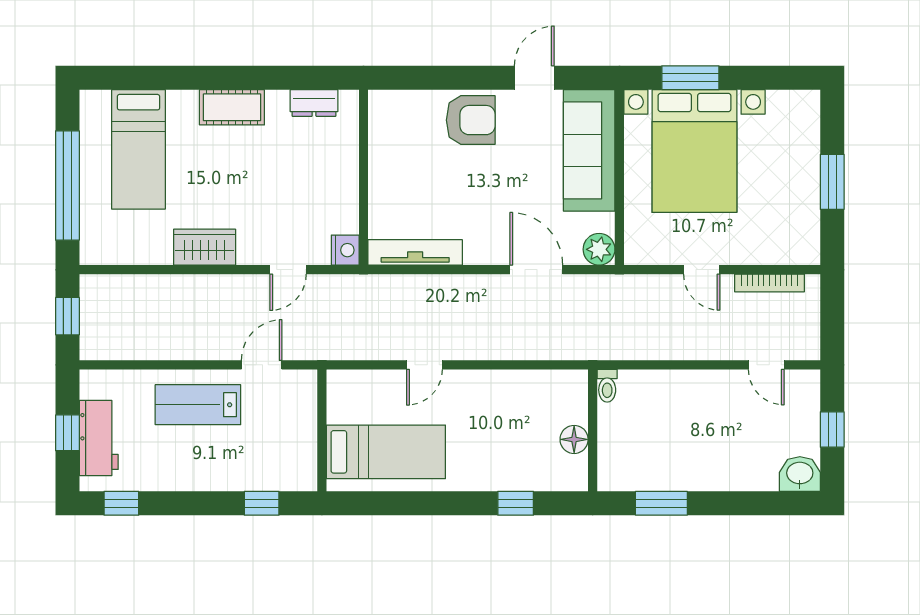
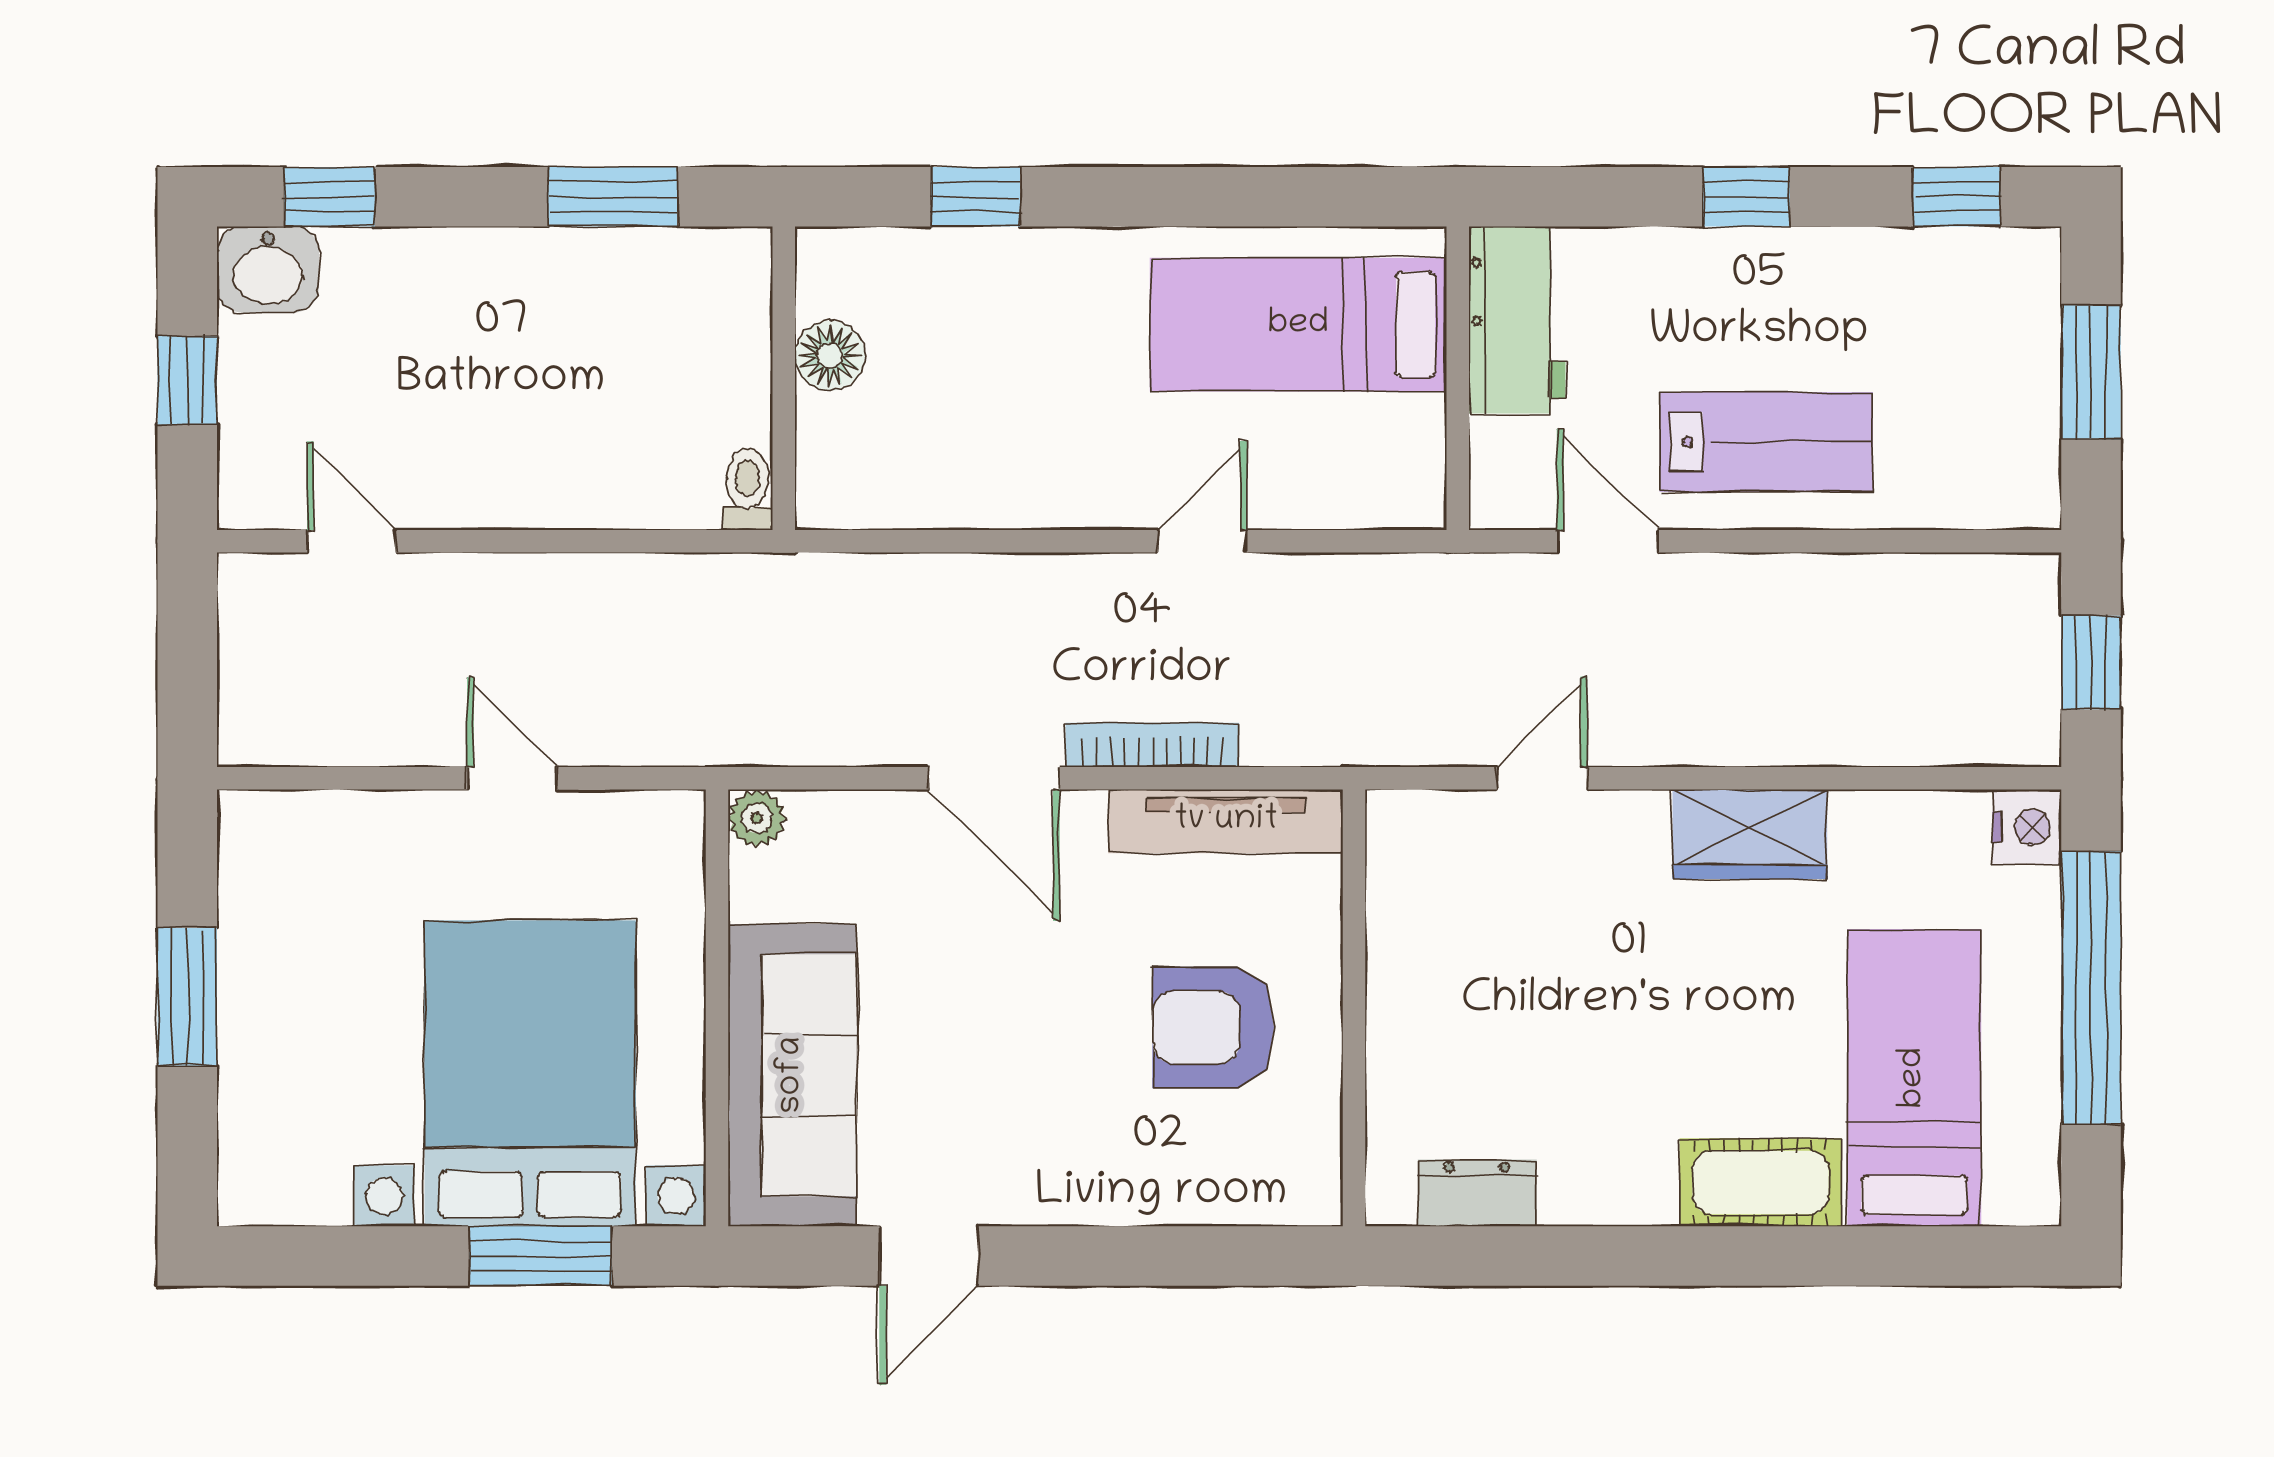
cot: (232, 107) -> (1761, 1182), moved
armchair: (471, 120) -> (1213, 1027), moved
plant: (599, 249) -> (757, 818), width x0.73, depth x0.73
nightstand: (345, 250) -> (2027, 827), moved, turned 180
door: (536, 270) -> (994, 778), moved
bookcase: (769, 283) -> (1152, 745), moved
door: (262, 365) -> (1608, 541), swing flipped
window: (67, 433) -> (2091, 372), width x1.50
workbench: (99, 438) -> (1517, 320), moved, turned 180
window: (262, 503) -> (1747, 197), moved
window: (775, 503) -> (330, 197), added

